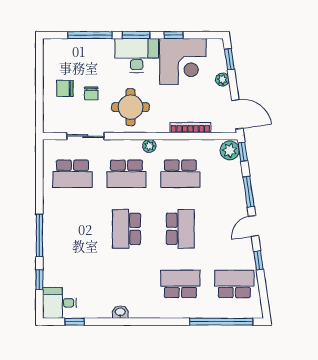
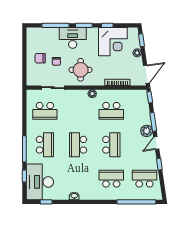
desk: (137, 55) -> (73, 38), moved
door: (237, 114) -> (146, 74), hinge flipped
plant: (230, 150) -> (147, 131), moved
school desk: (126, 174) -> (45, 145), moved, turned -90
desk: (59, 303) -> (40, 182), width x1.87, depth x1.30

